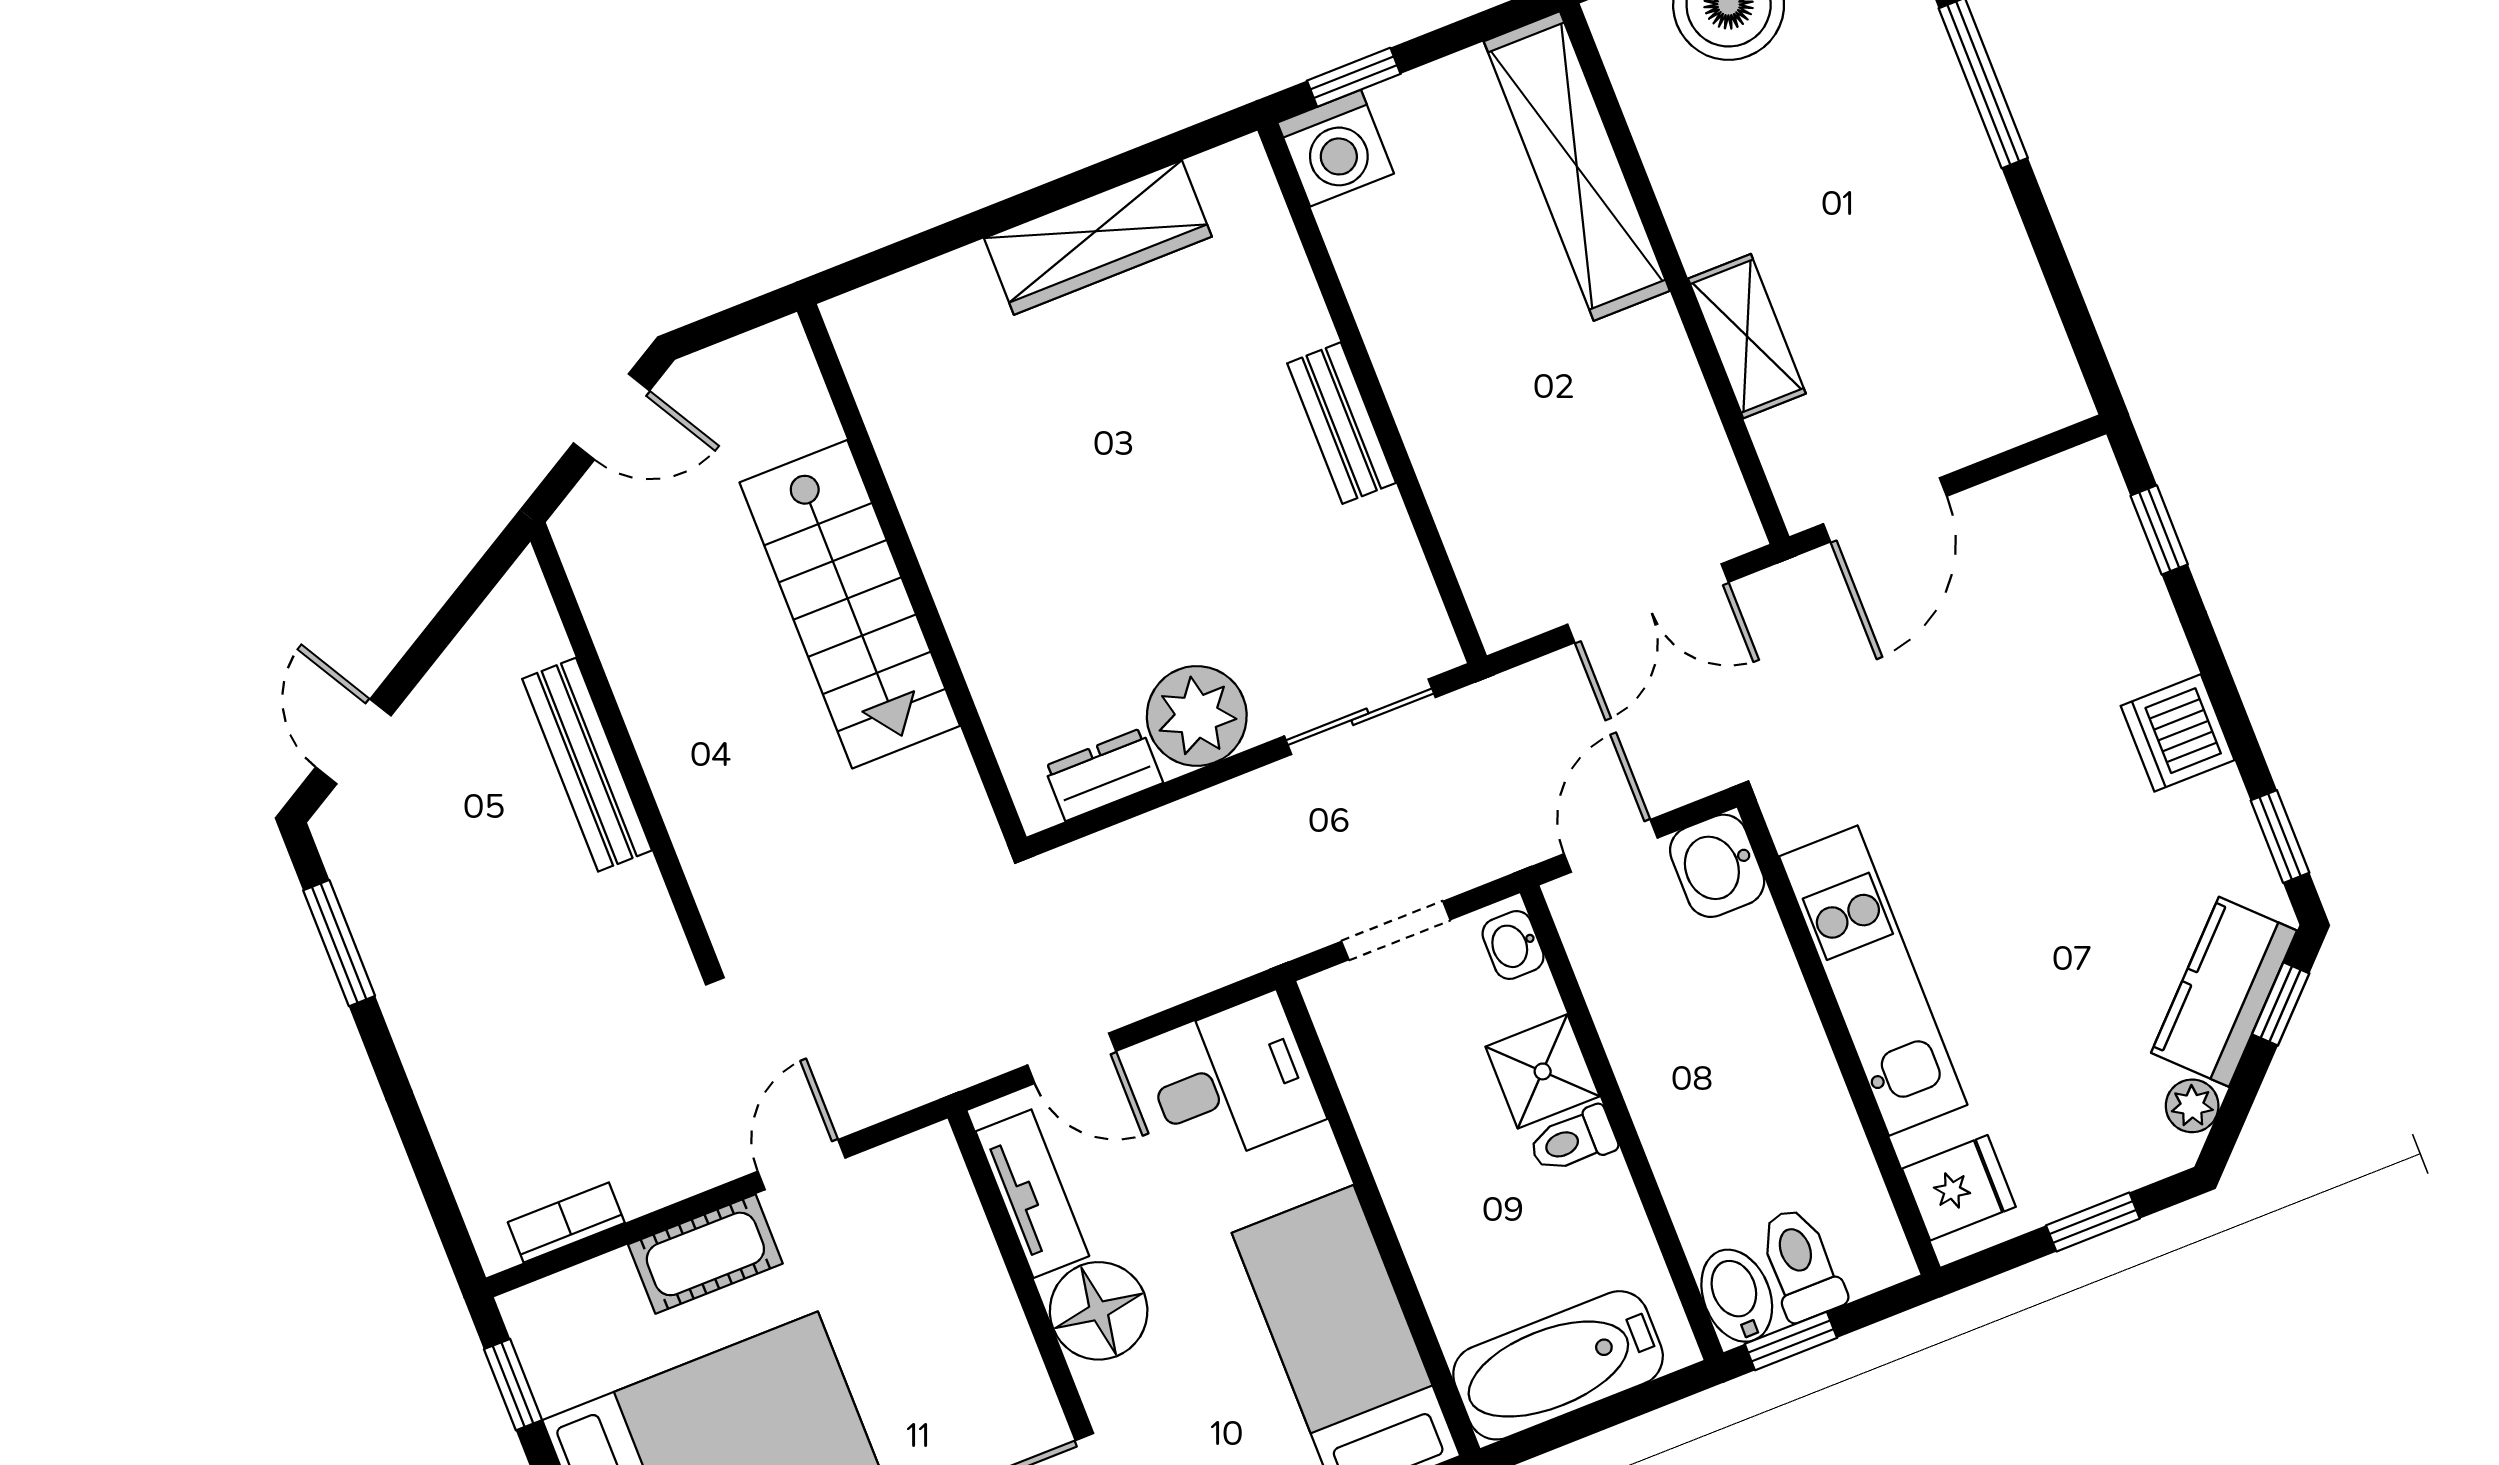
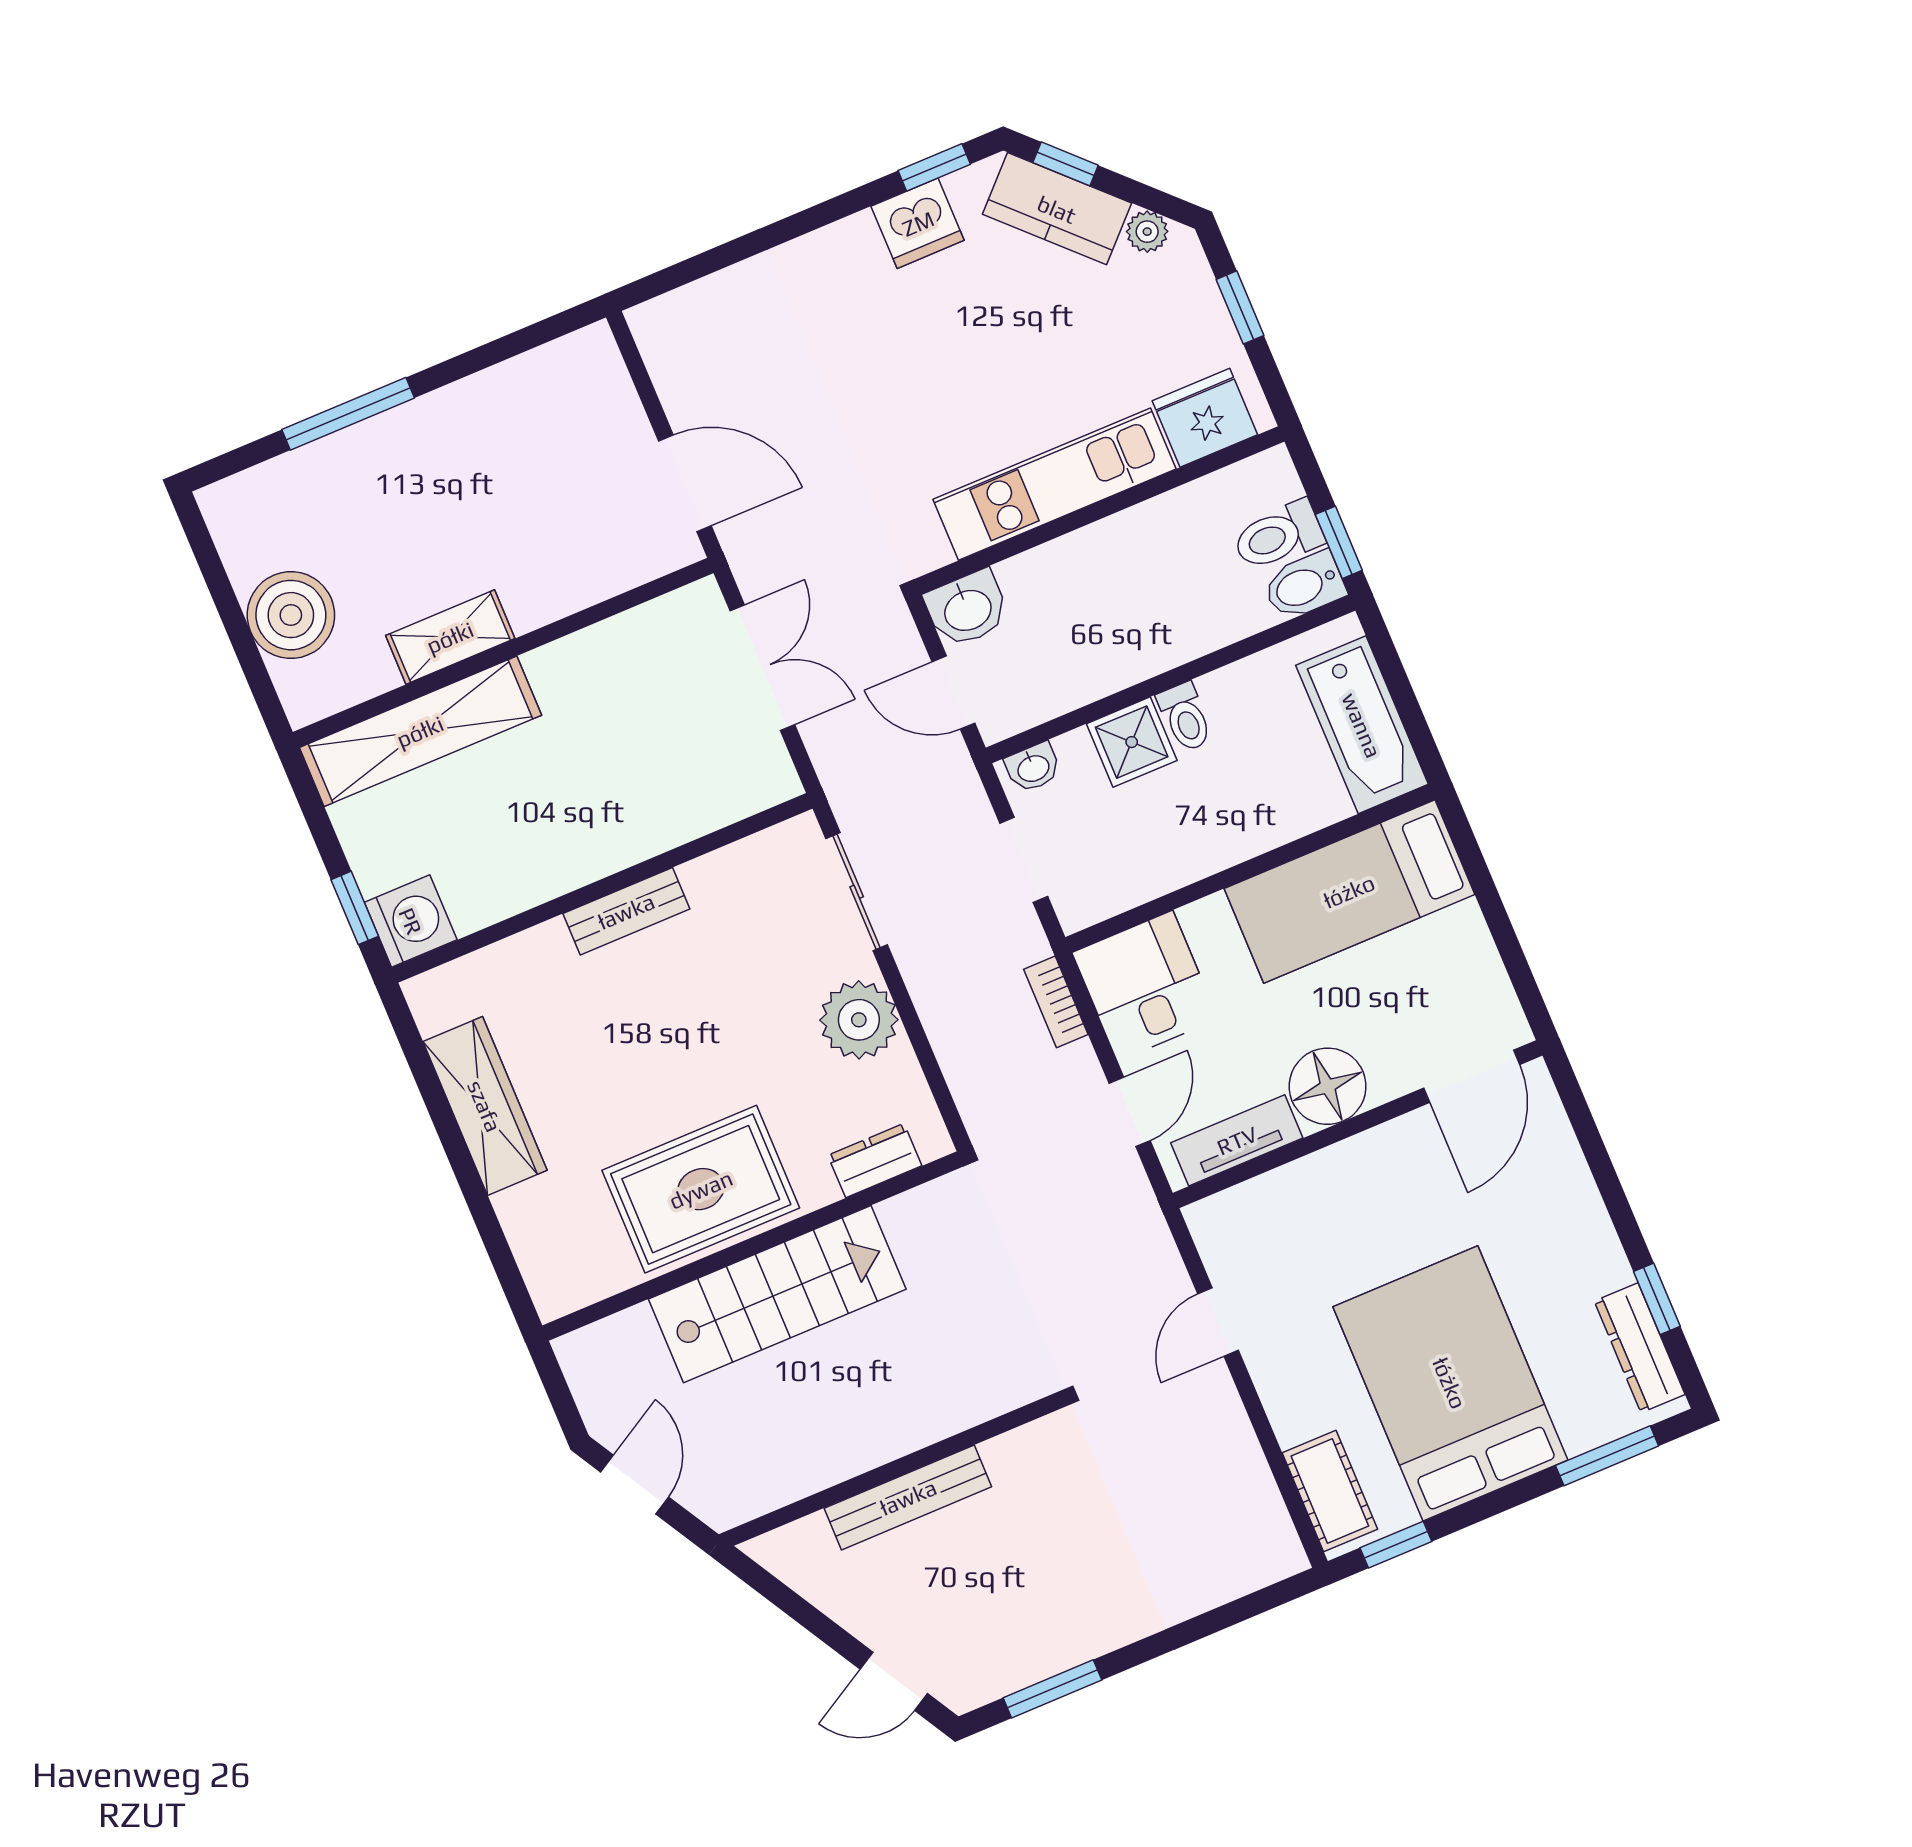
shelving: (1747, 336) -> (450, 637), moved
rug: (986, 510) -> (701, 1189), added
window: (2159, 530) -> (696, 268), removed
dishwasher: (2178, 733) -> (918, 223), moved
dresser: (1104, 775) -> (875, 1160), moved, turned 90
door: (801, 1165) -> (1218, 1322), hinge flipped
fridge: (1959, 1188) -> (1205, 418), width x1.38
bookcase: (566, 1223) -> (1056, 1002), moved
cot: (705, 1254) -> (1330, 1491), moved

